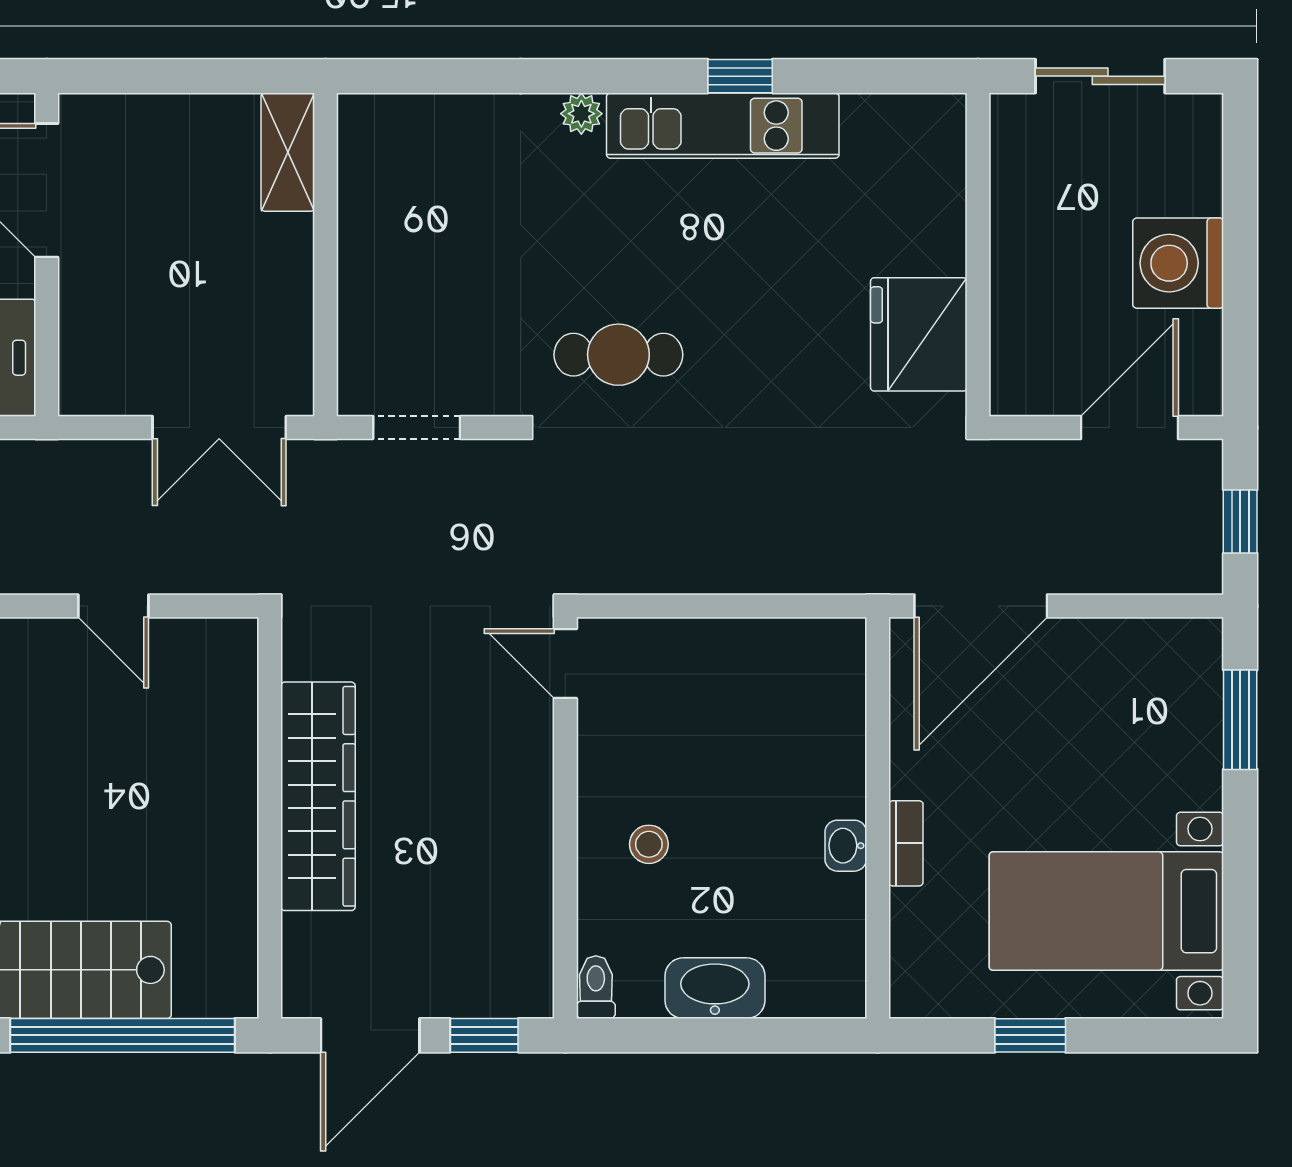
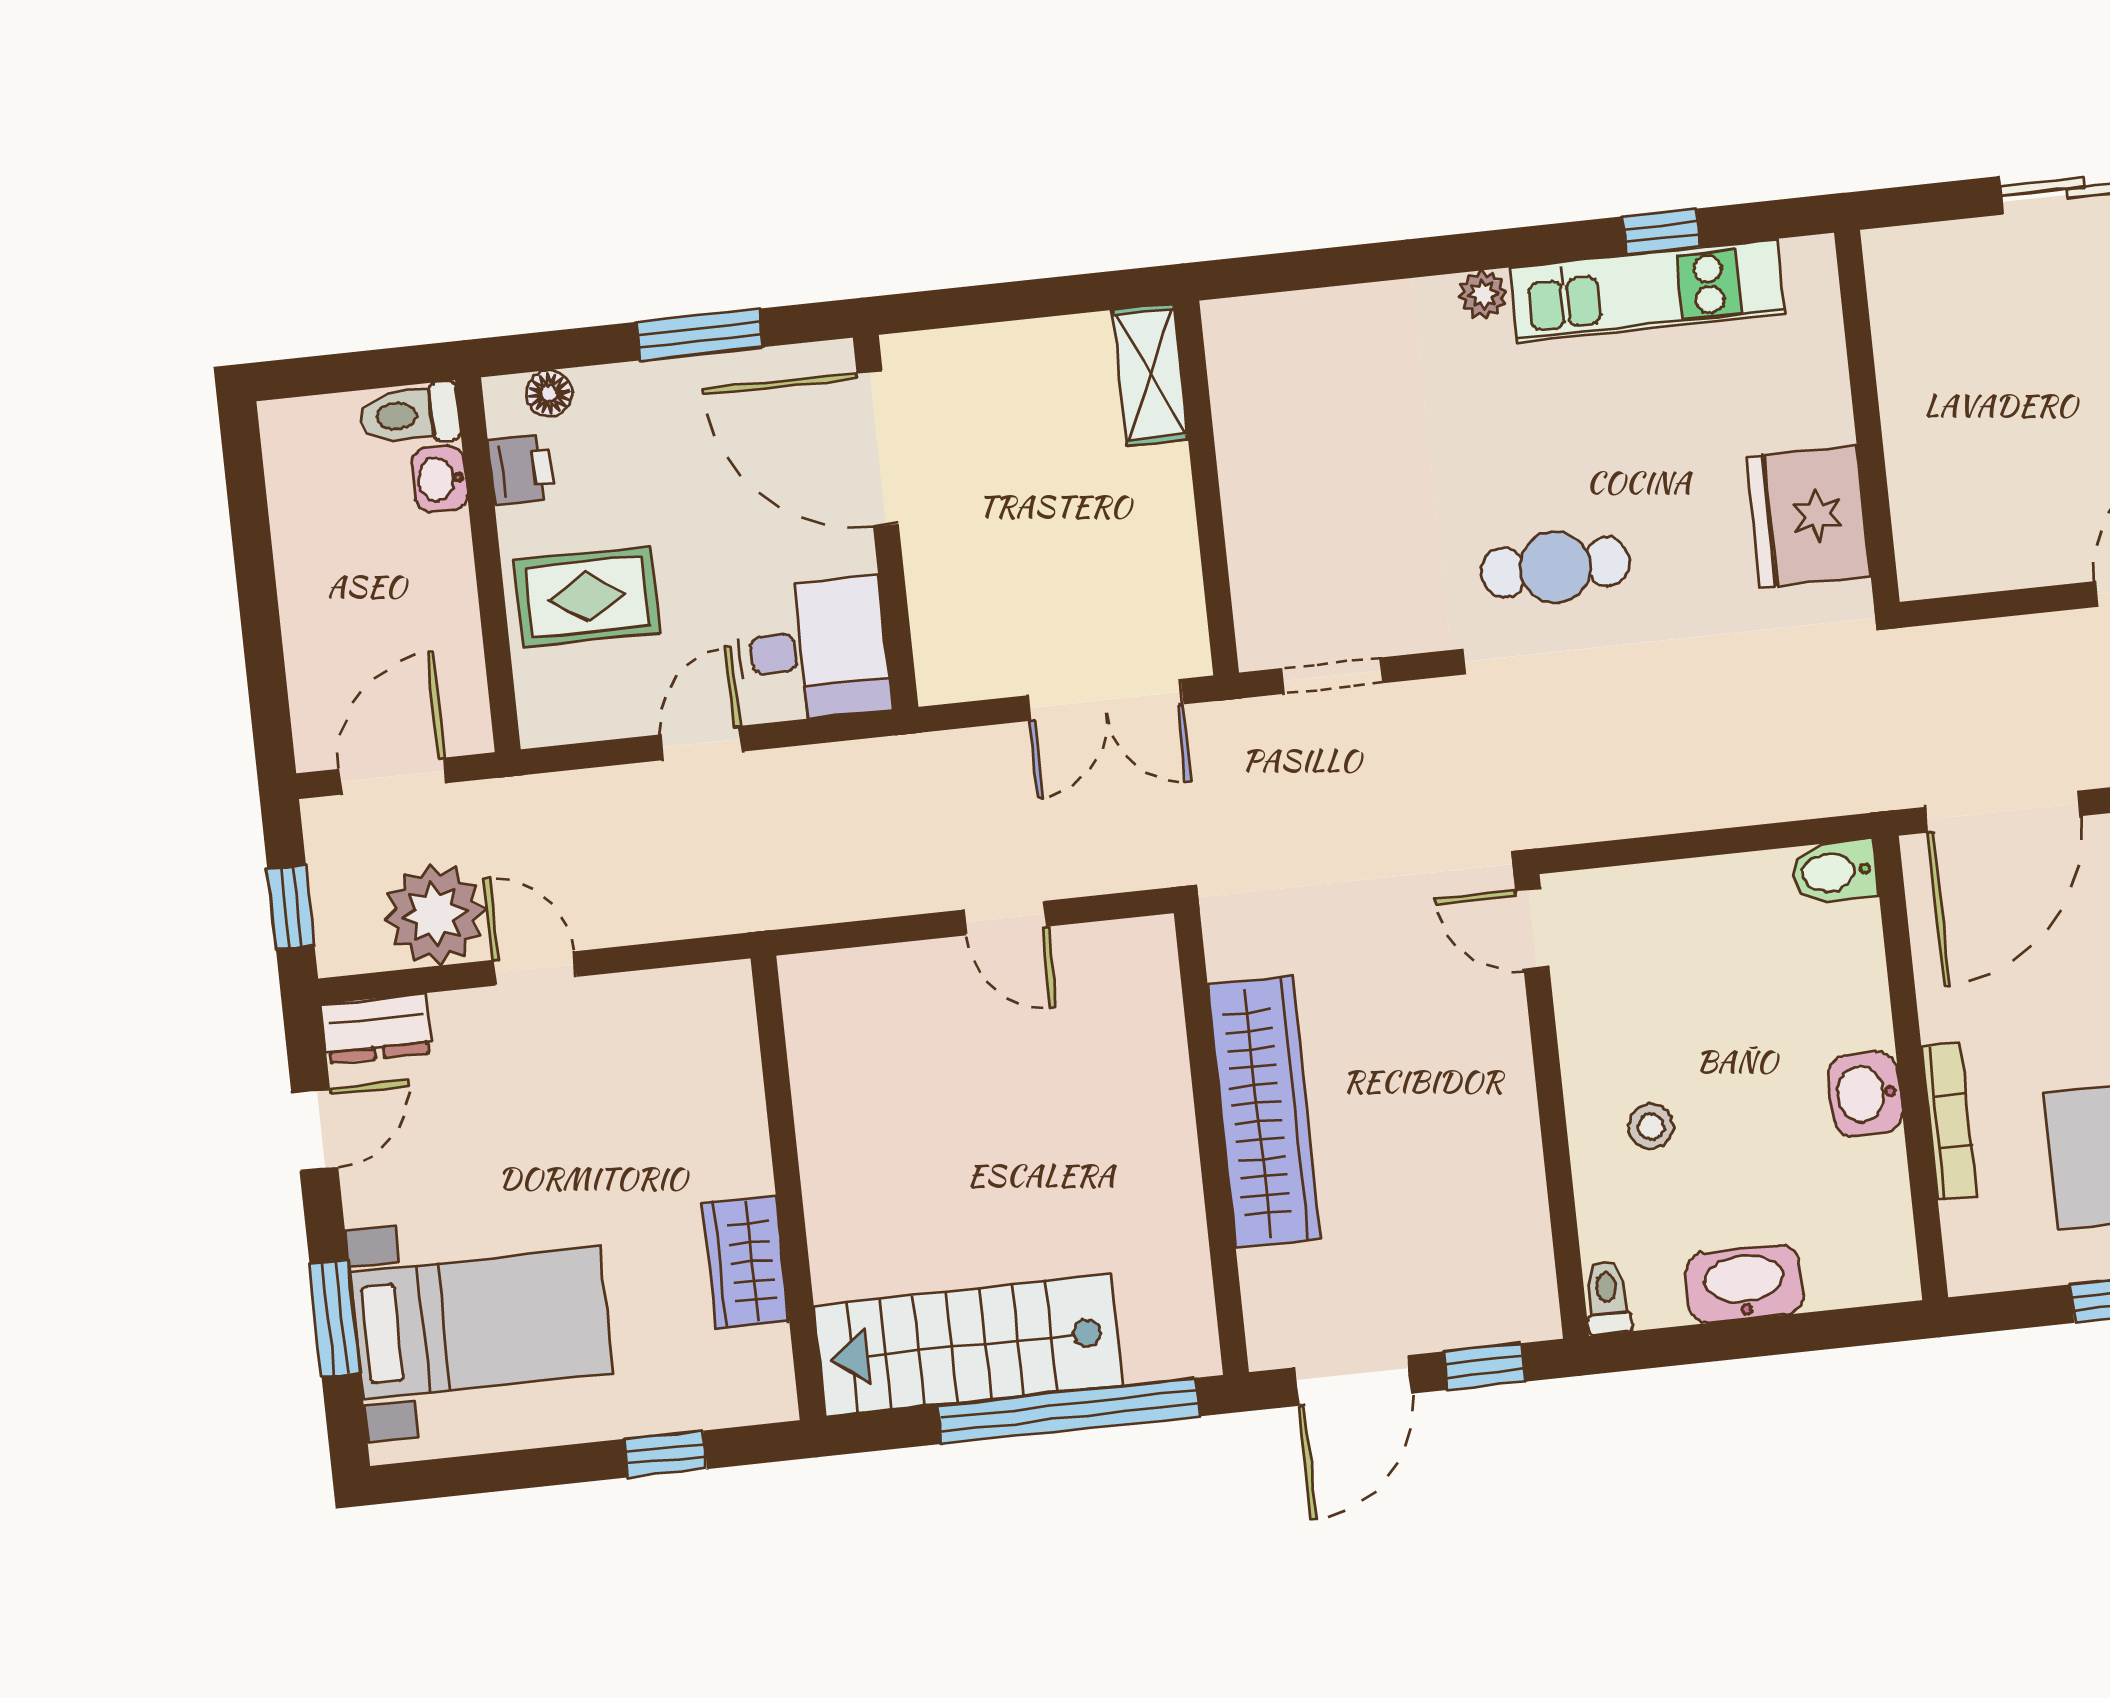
wall: (978, 255) -> (1867, 417), moved
fridge: (919, 334) -> (1809, 516), moved
bidet: (830, 642) -> (1834, 872), added
bookcase: (906, 843) -> (1949, 1121), width x1.56
washbasin: (846, 846) -> (1865, 1094), width x1.38, depth x1.45

